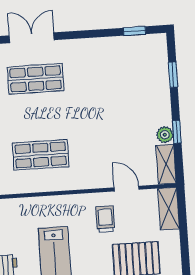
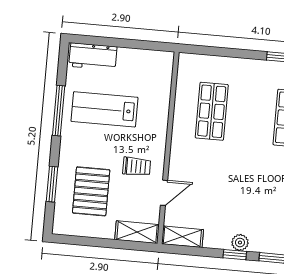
window: (177, 132) -> (235, 255), moved
plant: (165, 135) -> (240, 243), moved

